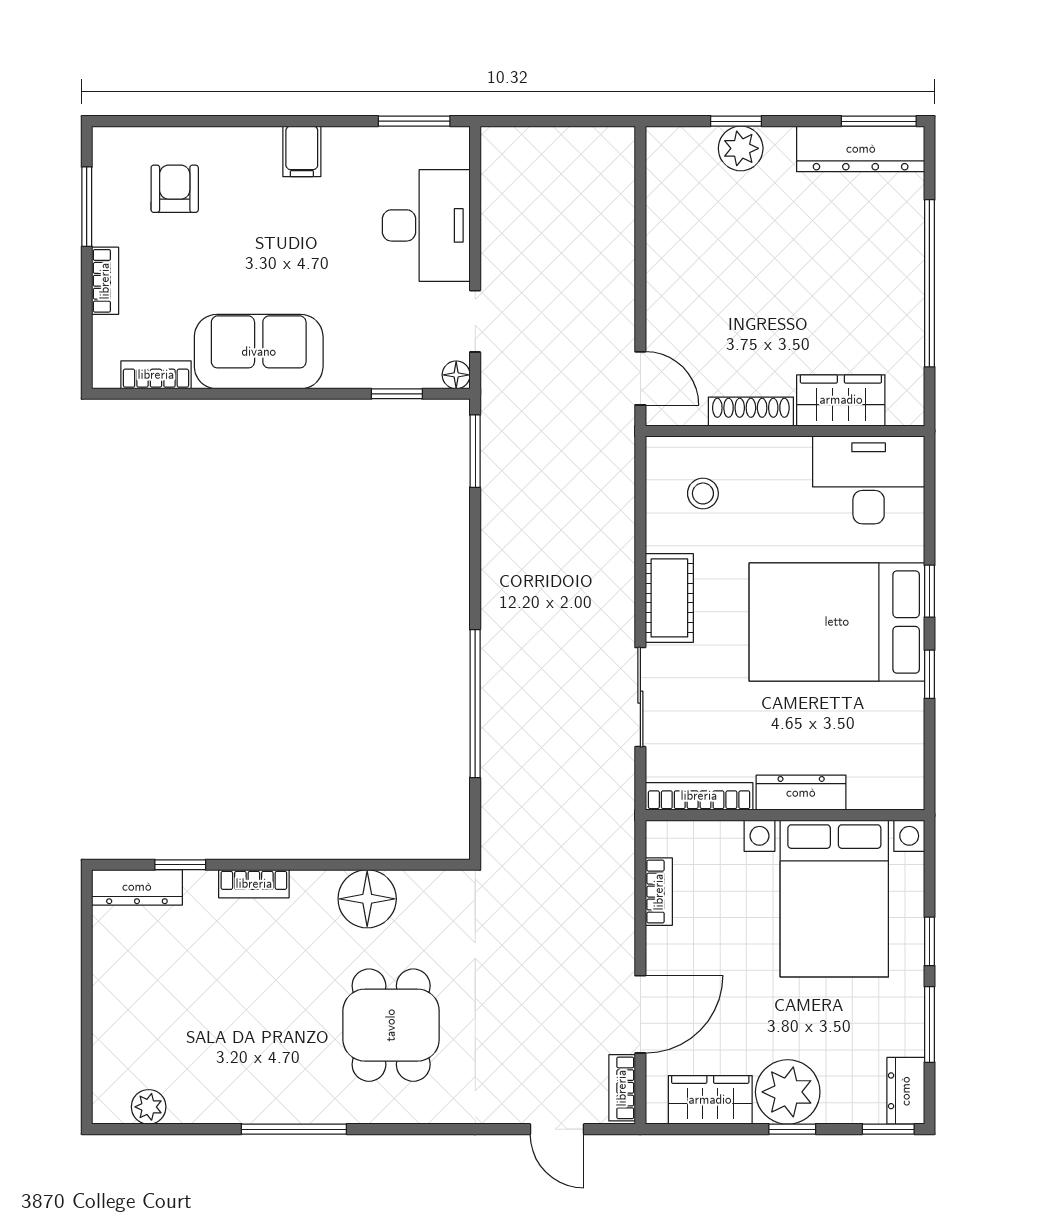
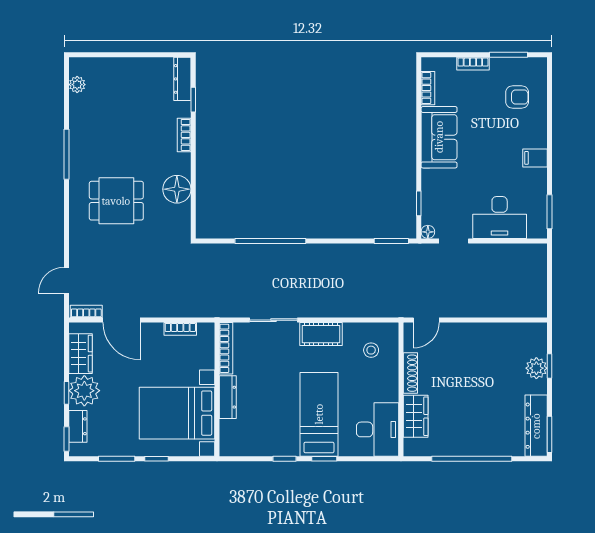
bed: (837, 622) -> (319, 414), width x0.67
dresser: (906, 1091) -> (78, 426), moved, turned 90

